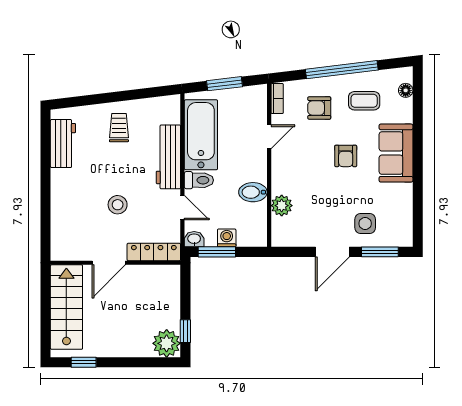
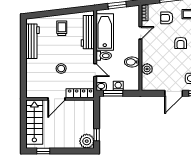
workbench: (63, 144) -> (33, 41), width x1.38
workbench: (168, 157) -> (88, 32), moved

